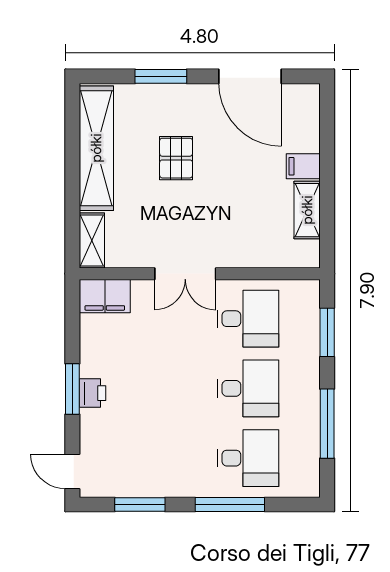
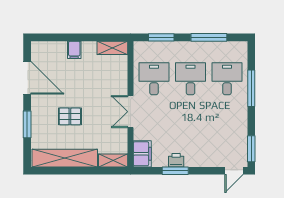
door: (250, 76) -> (27, 78), hinge flipped
shelving: (307, 210) -> (112, 48), moved
double door: (185, 274) -> (130, 112), swing flipped
window: (72, 389) -> (175, 171), moved
printer: (93, 393) -> (176, 160), moved
window: (140, 504) -> (251, 149), moved

